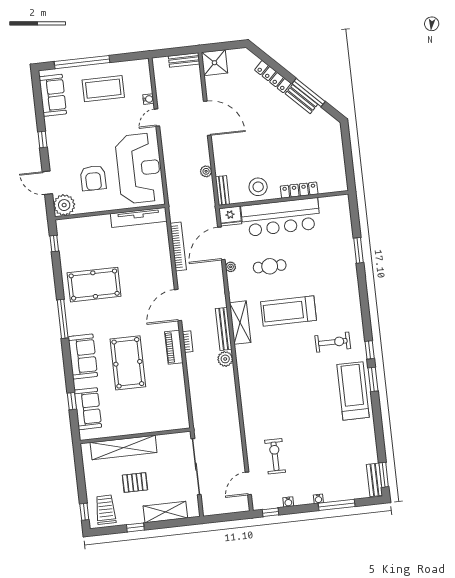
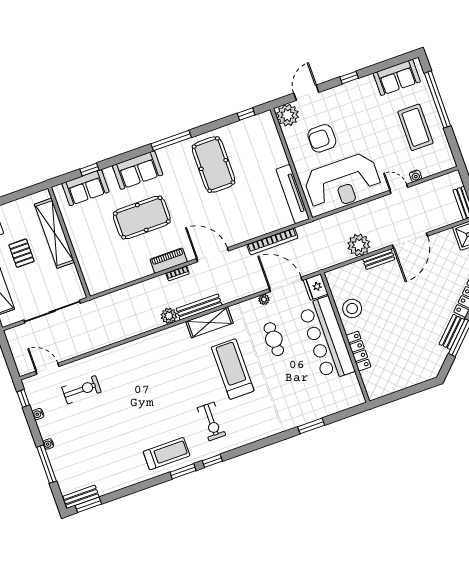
plant: (206, 171) -> (359, 245), width x1.87, depth x1.87
bench: (222, 190) -> (379, 259), moved
treadmill: (353, 391) -> (167, 454), width x0.73, depth x0.73

